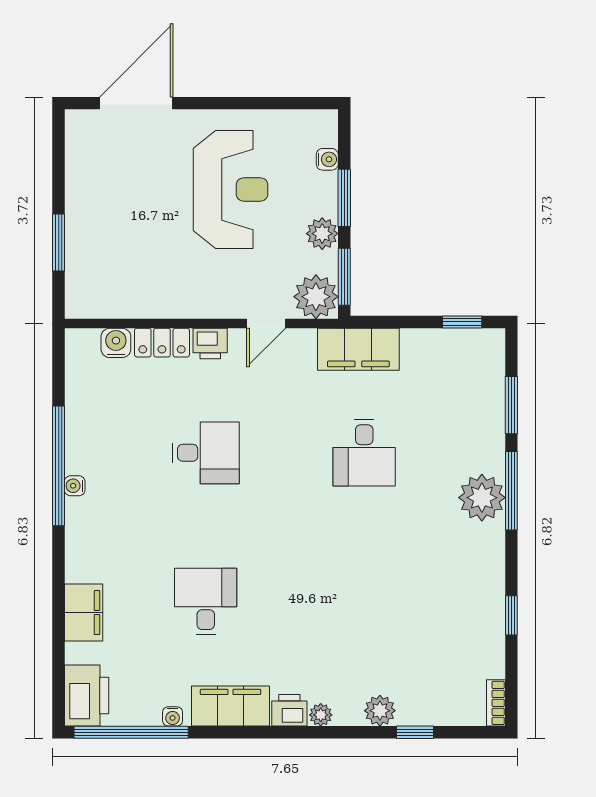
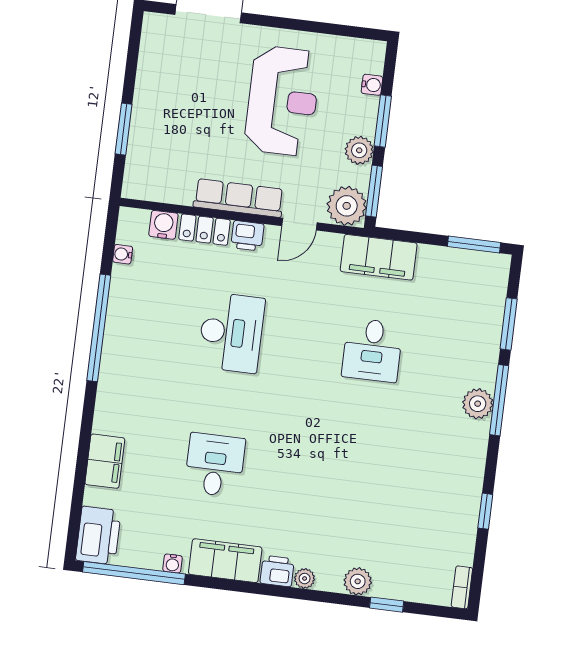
row of seats: (195, 303) -> (239, 198), added
window: (462, 322) -> (474, 245), width x1.50
desk: (206, 453) -> (231, 333), width x1.37
water cooler: (75, 486) -> (123, 254), moved
plant: (482, 498) -> (478, 404), width x0.73, depth x0.73

